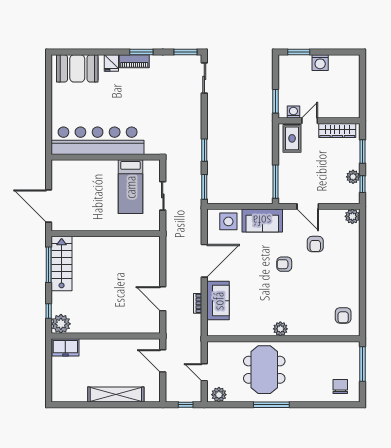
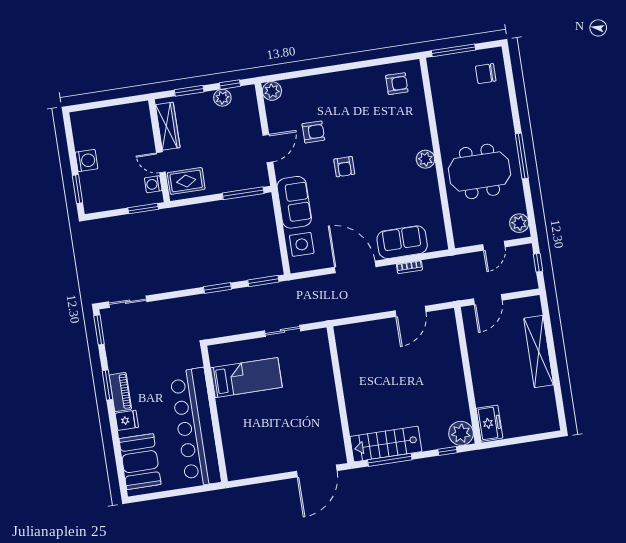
bar counter: (98, 141) -> (195, 427), moved
wall: (106, 157) -> (214, 414), moved
bed: (130, 187) -> (246, 378), moved

